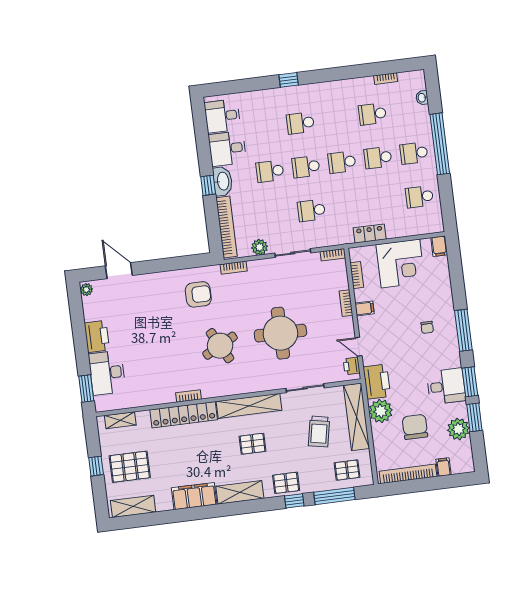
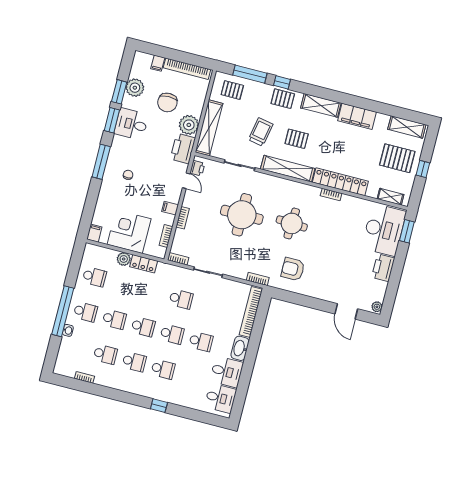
washbasin: (422, 98) -> (68, 330), moved
school desk: (336, 119) -> (134, 362), added
window: (208, 185) -> (252, 350), removed
plant: (260, 247) -> (124, 259), moved
round table: (220, 346) -> (292, 223), turned 31
desk: (107, 373) -> (384, 230), width x1.36, depth x1.30
trolley: (319, 431) -> (261, 132), moved

